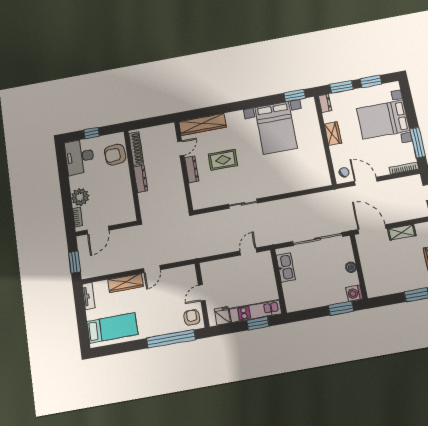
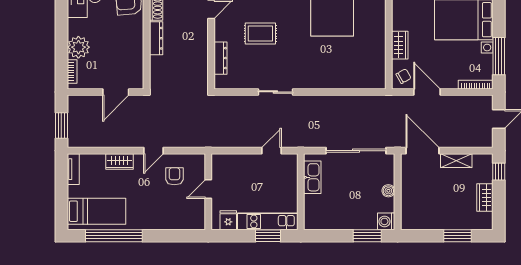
wardrobe: (333, 134) -> (400, 45), moved
dresser: (192, 169) -> (220, 58), moved
door: (98, 230) -> (116, 92), moved
wardrobe: (125, 283) -> (119, 162), width x0.67
armchair: (192, 317) -> (174, 176), moved
window: (171, 339) -> (114, 236), moved

